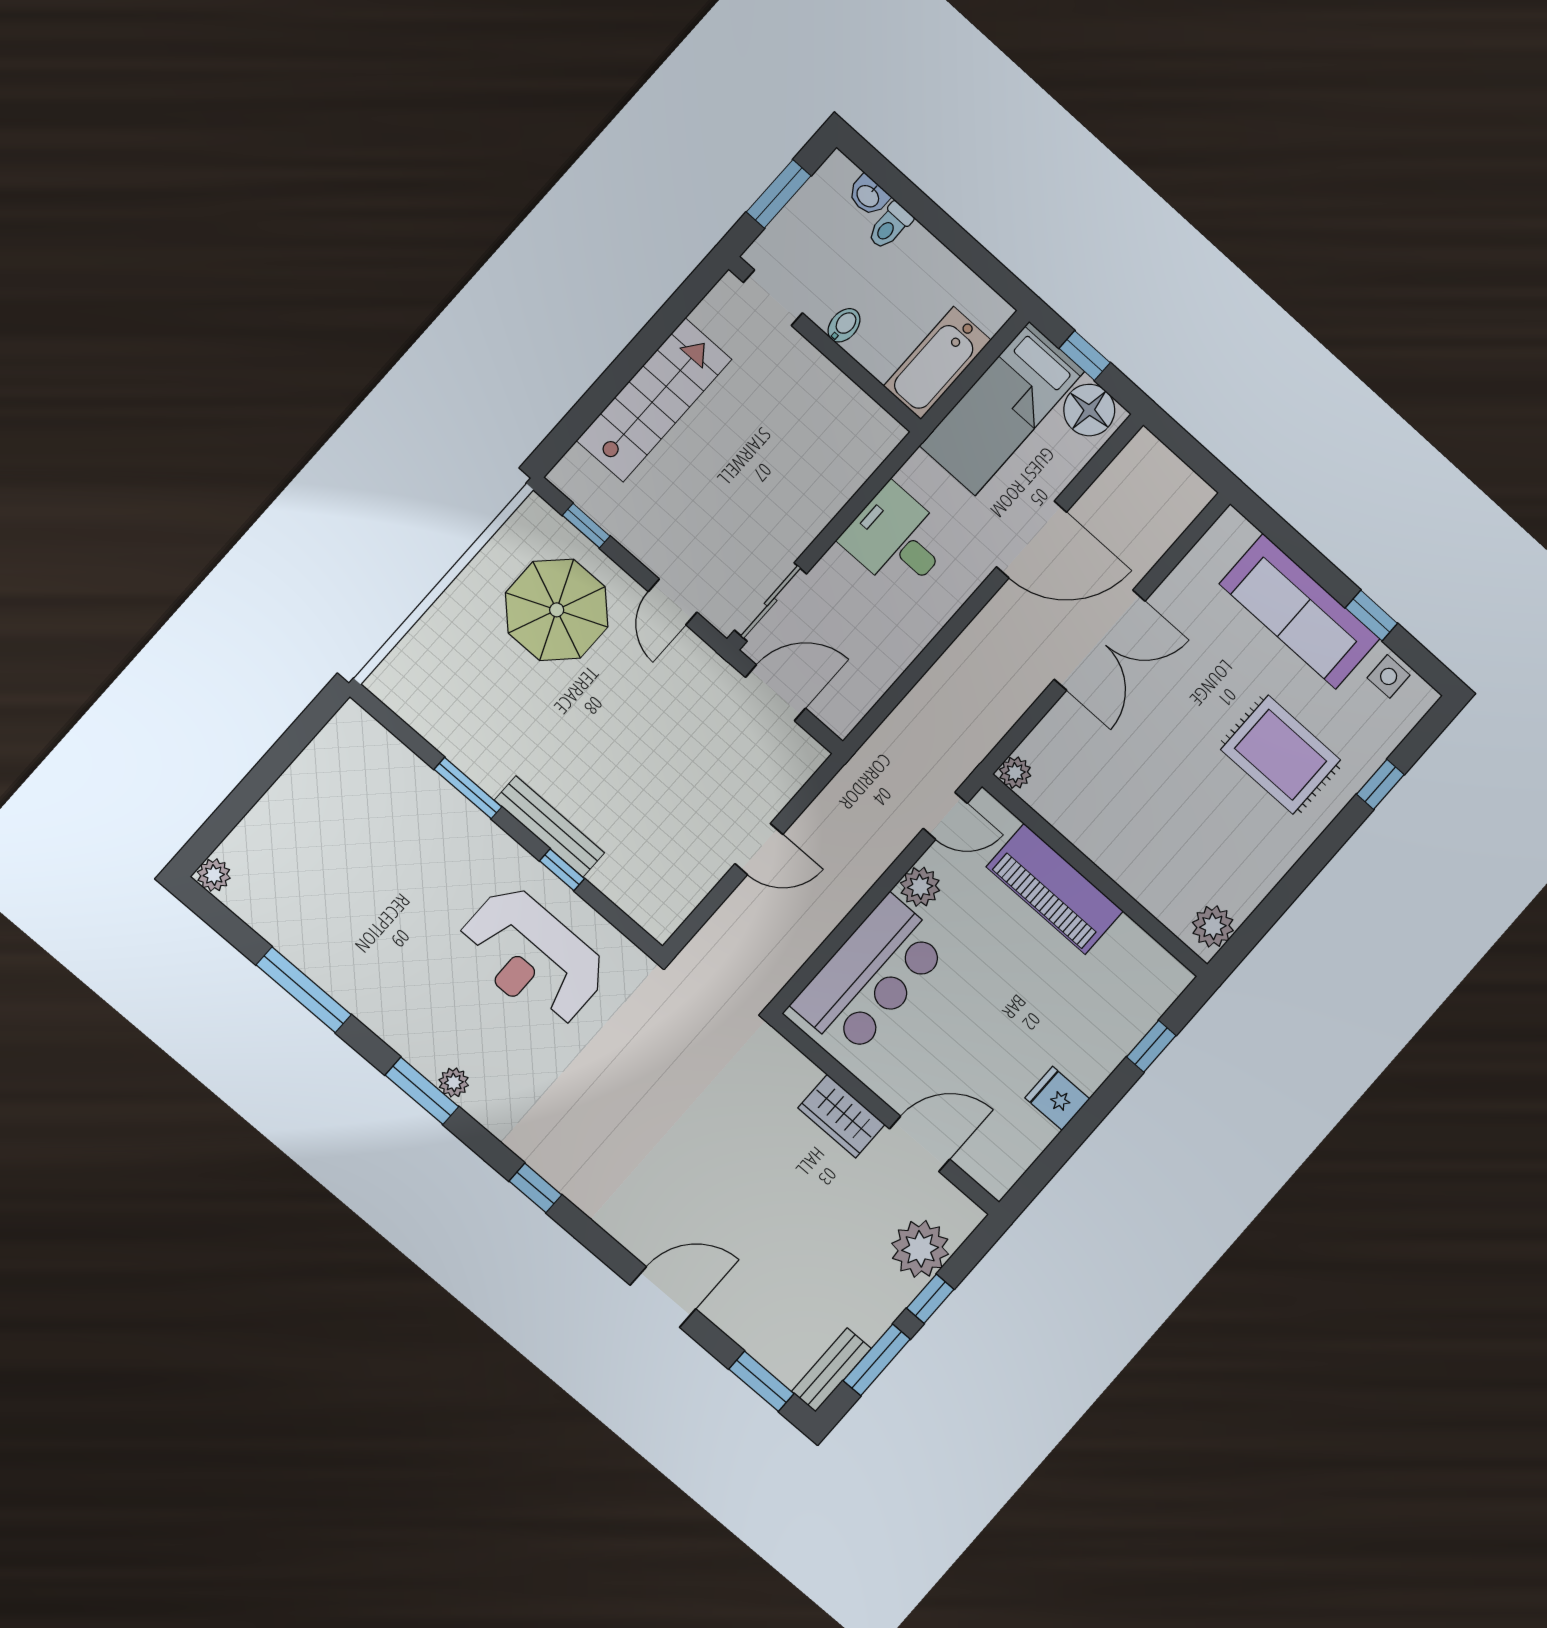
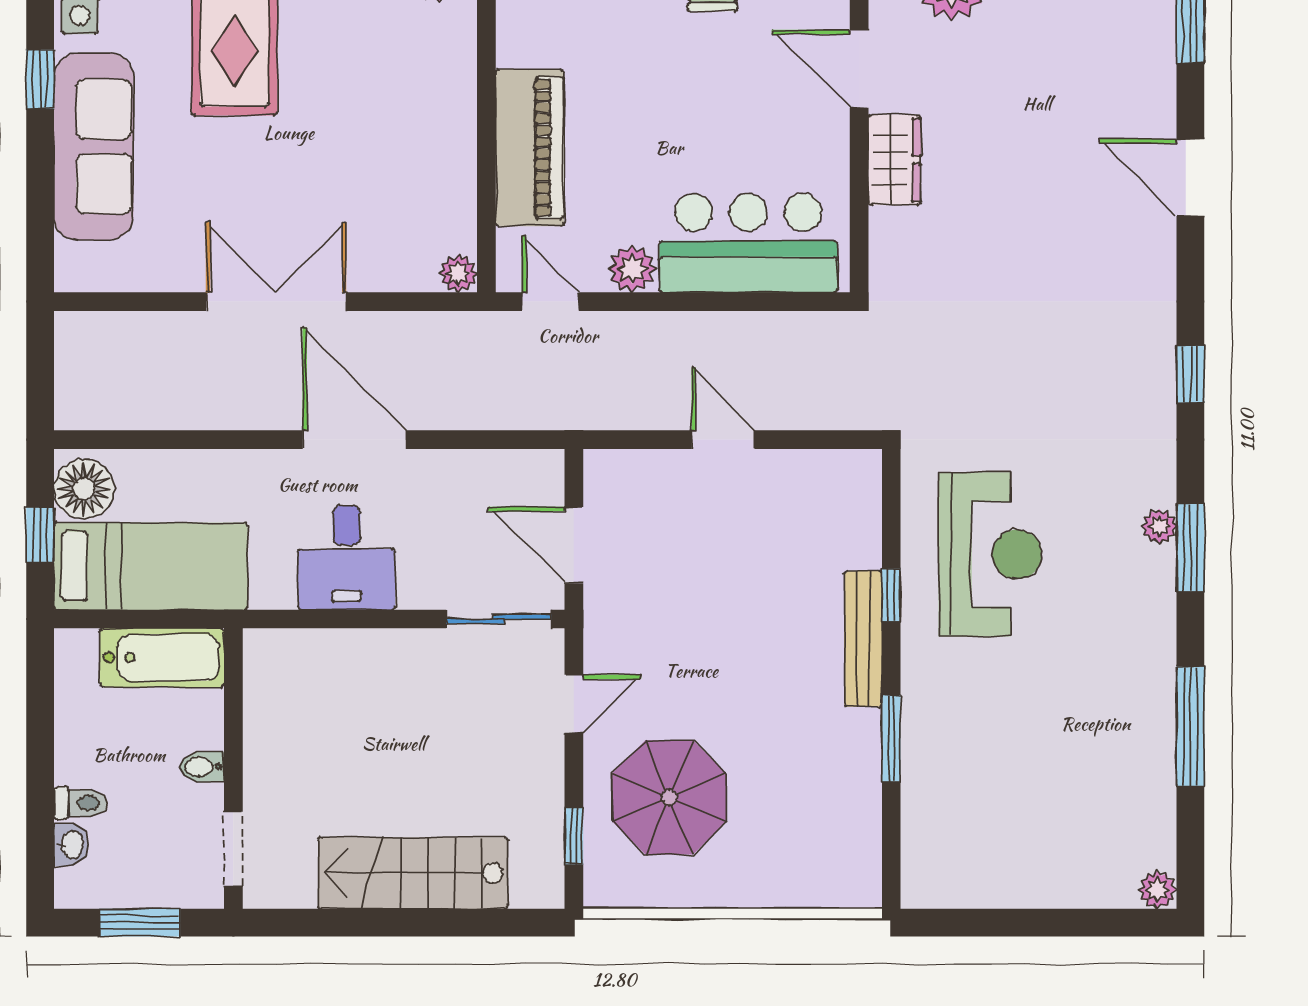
door: (1032, 539) -> (354, 440), moved

